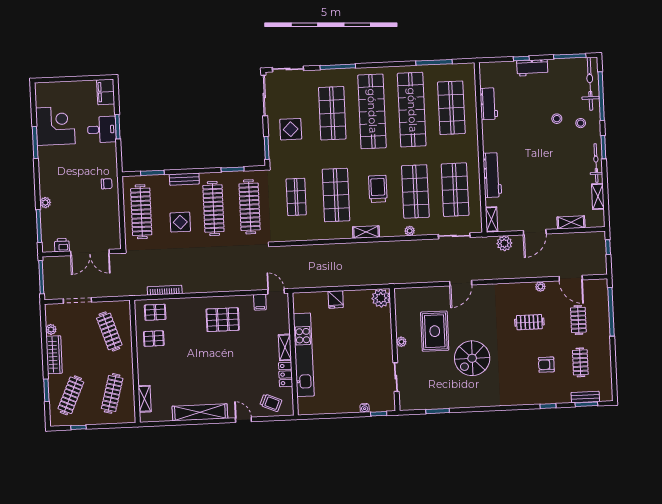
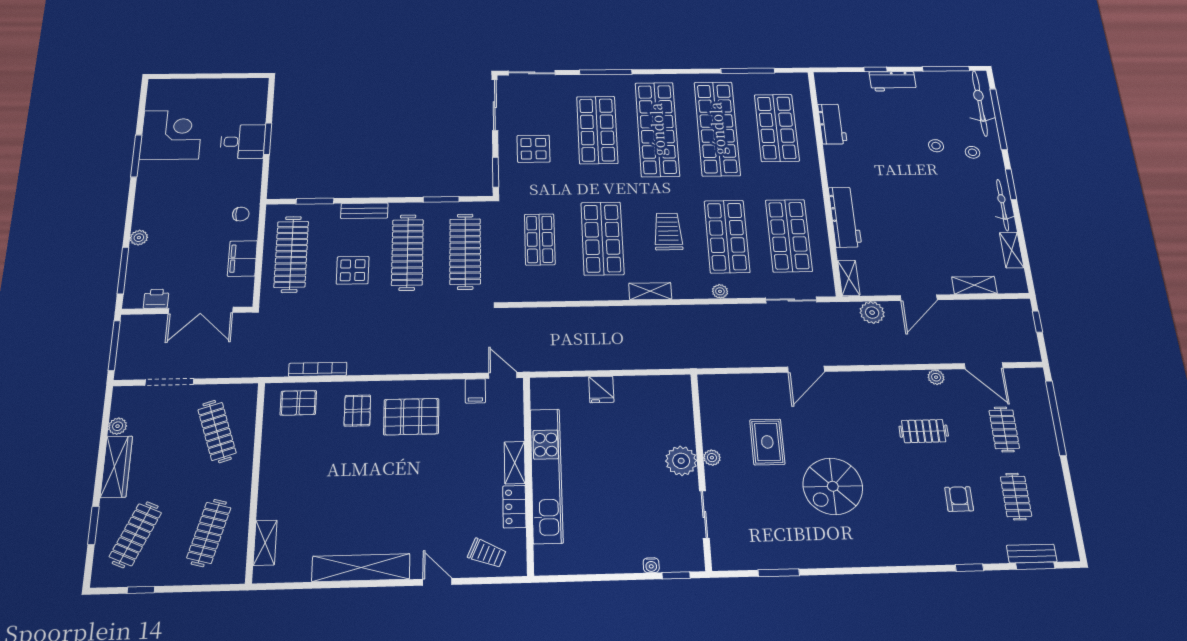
filing cabinet: (106, 92) -> (242, 258), moved
plant: (381, 298) -> (681, 461), moved
rug: (435, 331) -> (767, 442), width x0.73, depth x0.70
pallet: (154, 339) -> (357, 411), moved, turned 90
armchair: (546, 365) -> (959, 499), turned 90

